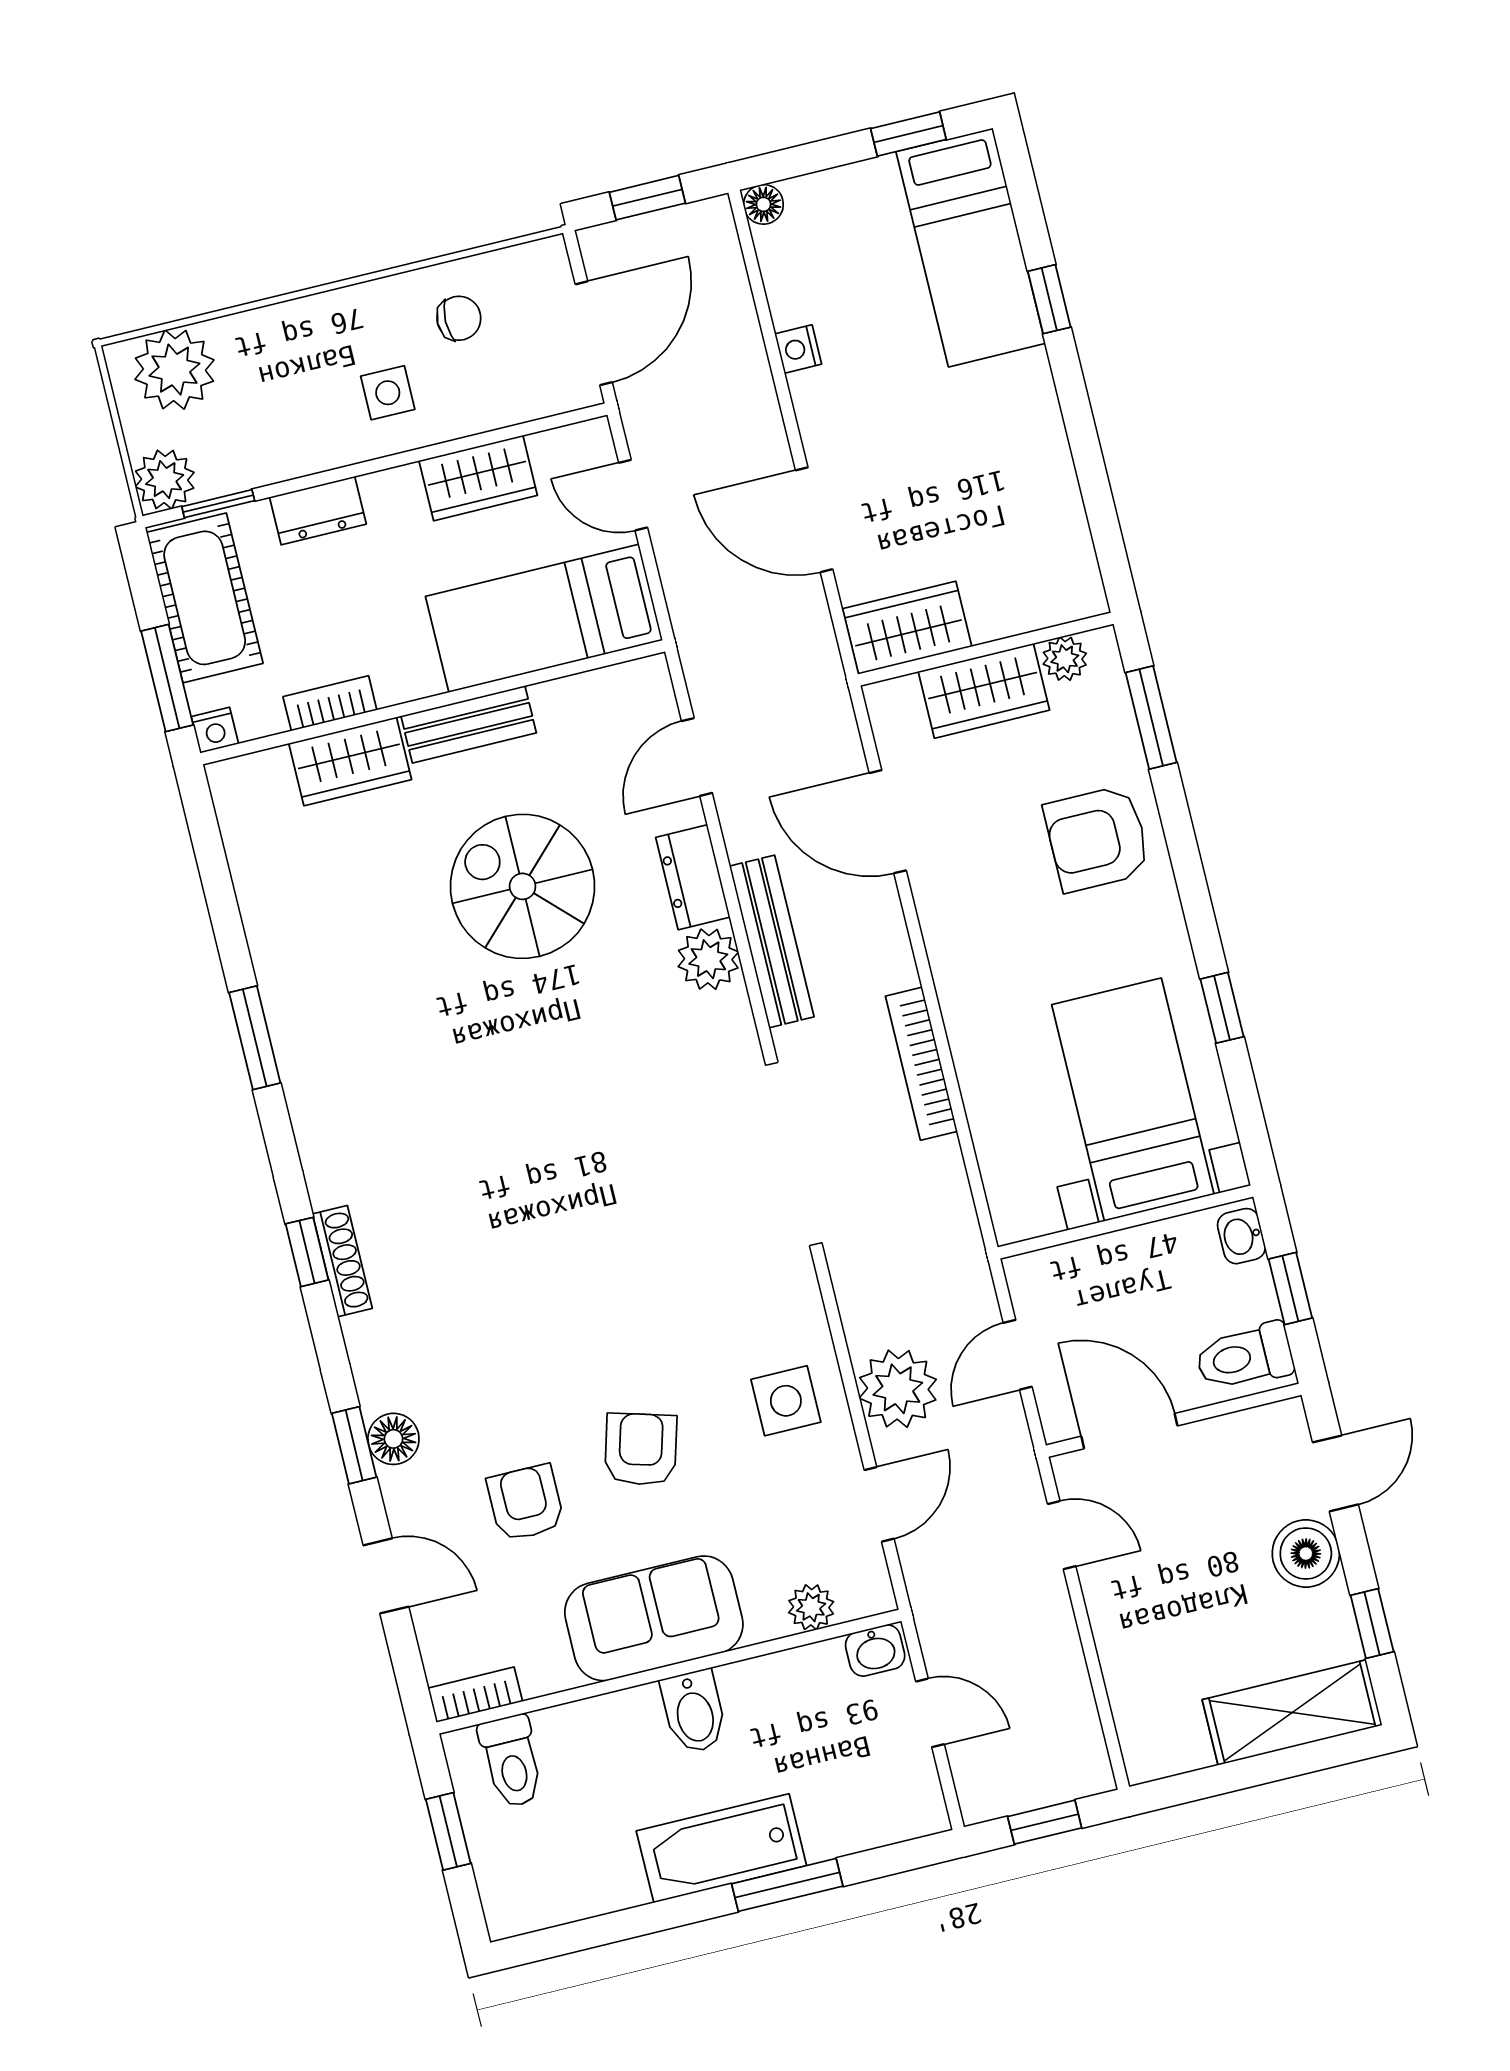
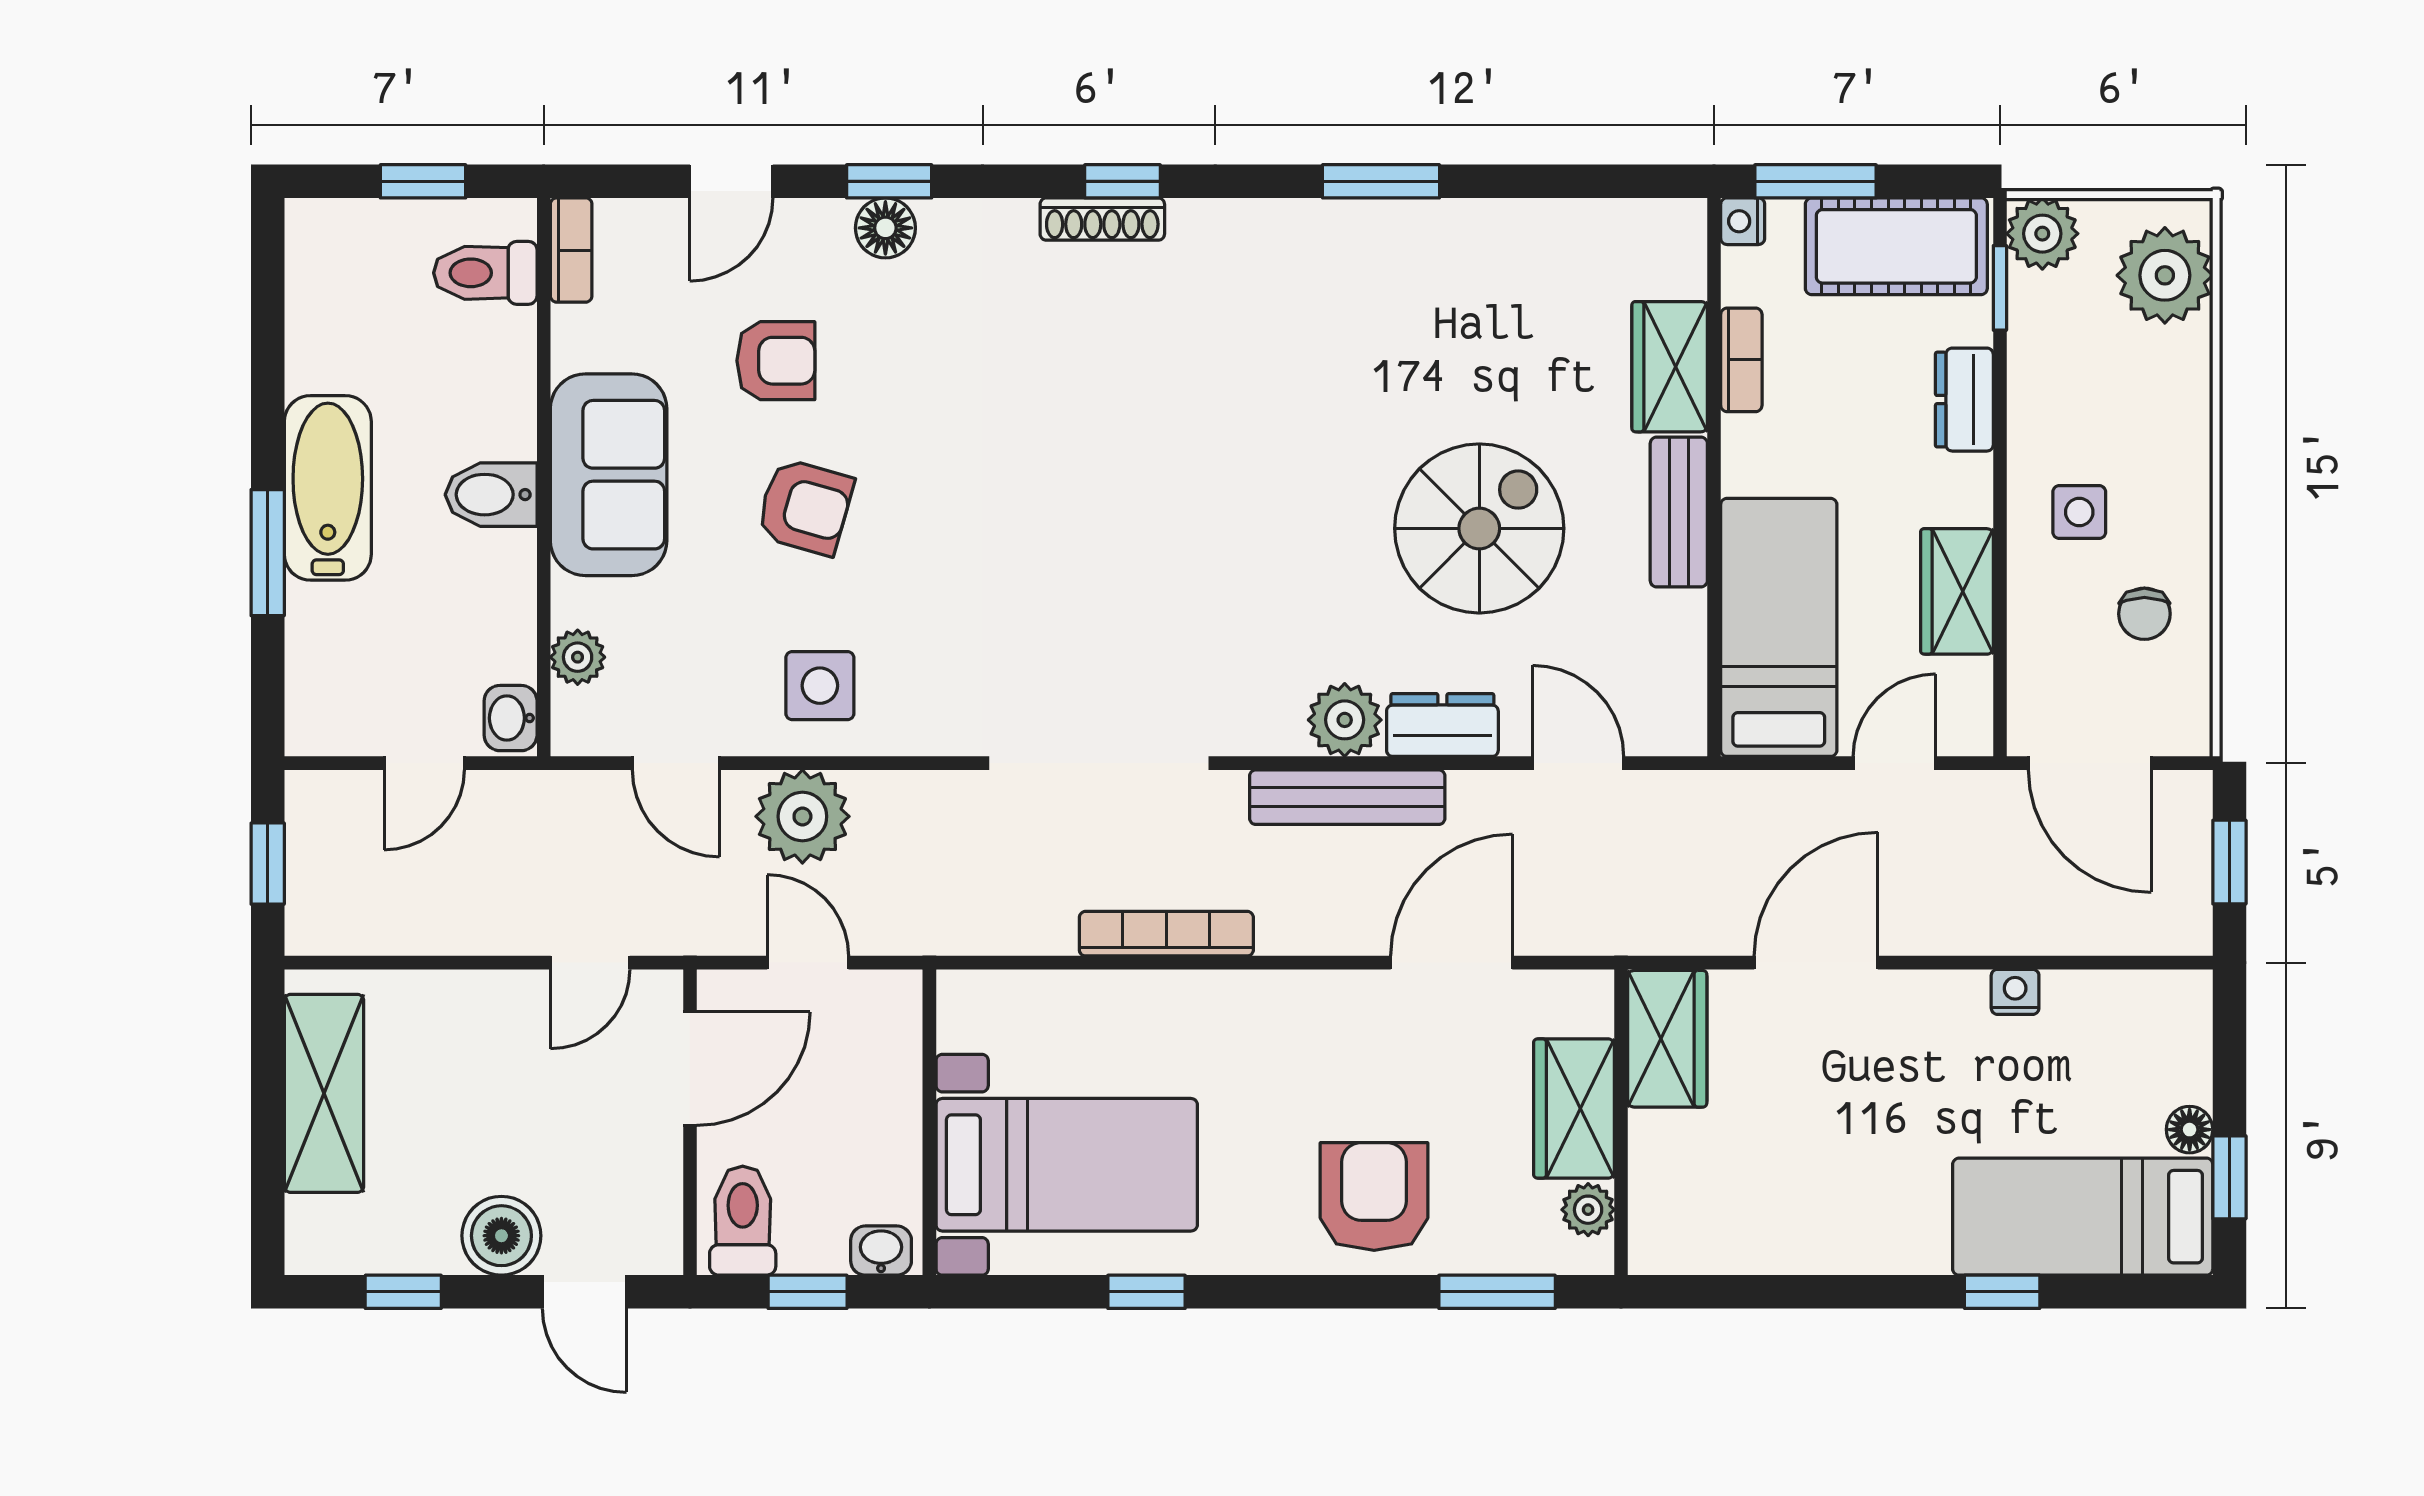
floor lamp: (763, 204) -> (2190, 1130), moved
shelving: (1292, 1713) -> (324, 1093), moved

